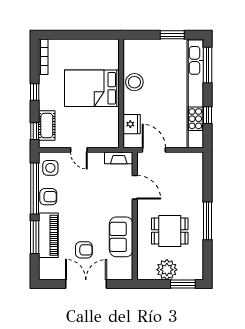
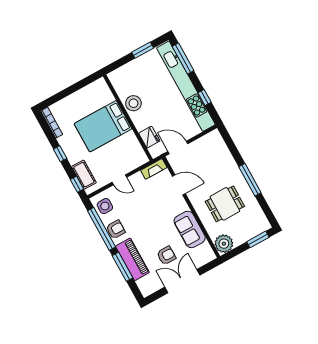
plant: (167, 270) -> (224, 244), moved

